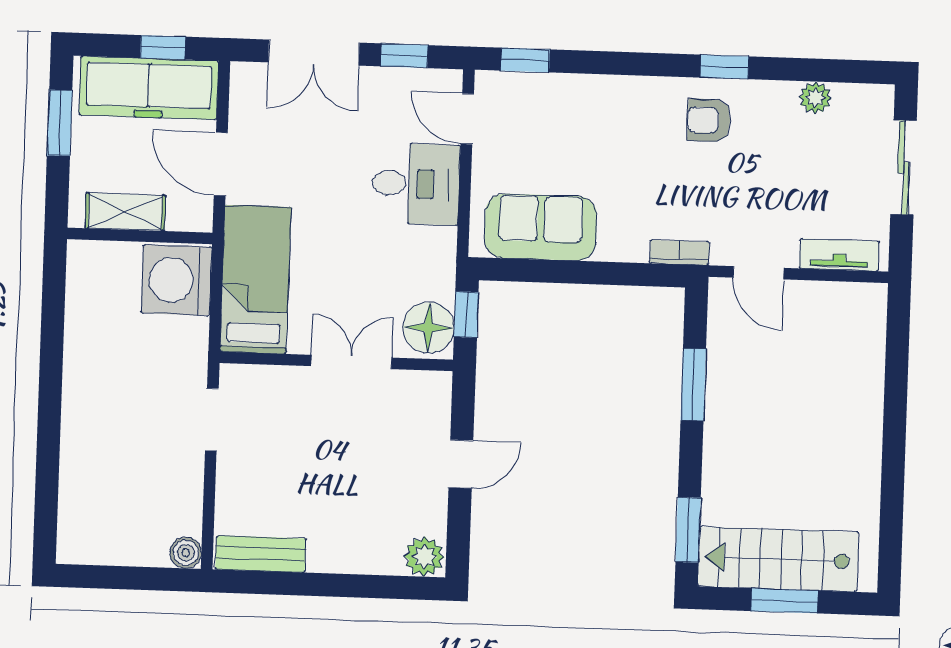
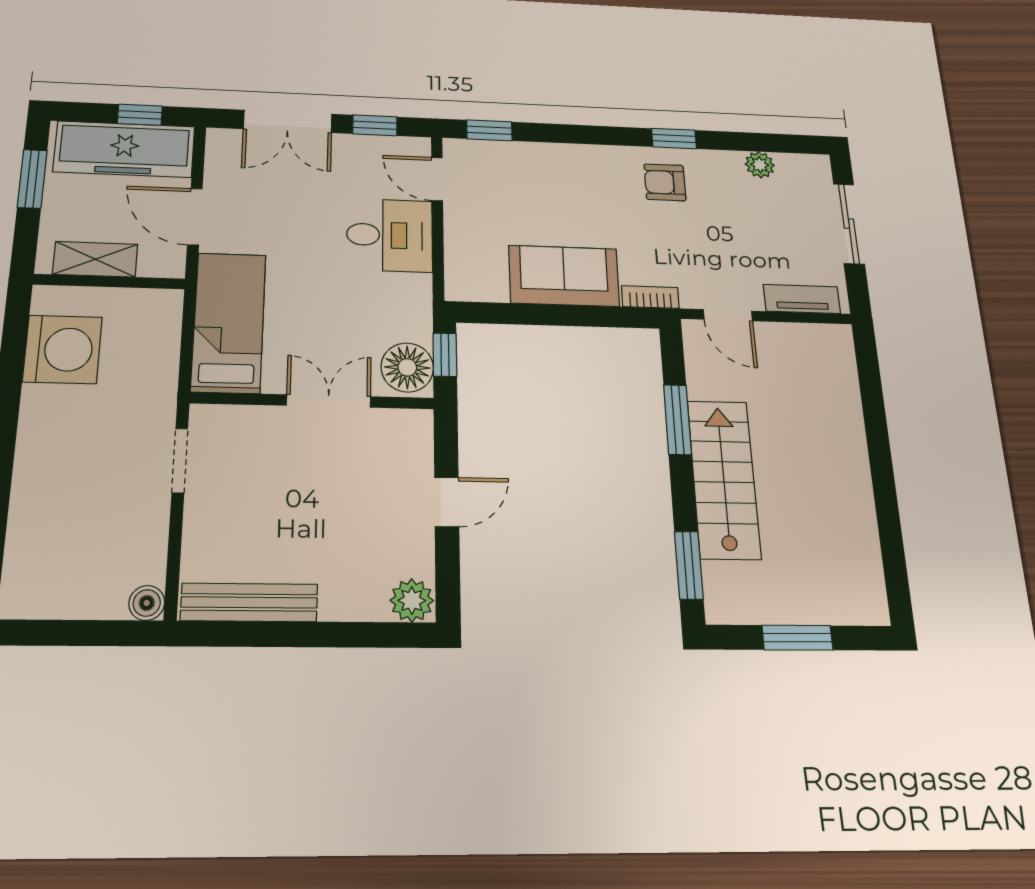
sofa: (541, 227) -> (564, 276), moved
washing machine: (177, 280) -> (63, 349), moved, turned 180
bench: (261, 554) -> (249, 602), width x1.36
stairs: (778, 559) -> (724, 479), moved, turned 90

